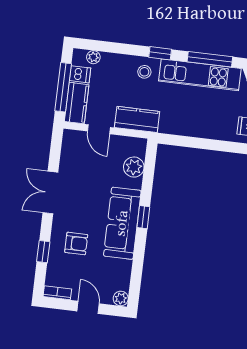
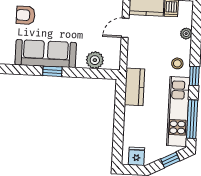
plant: (93, 57) -> (186, 34), moved
kitchen counter: (137, 119) -> (135, 87), moved
armchair: (76, 243) -> (26, 15), turned 90

